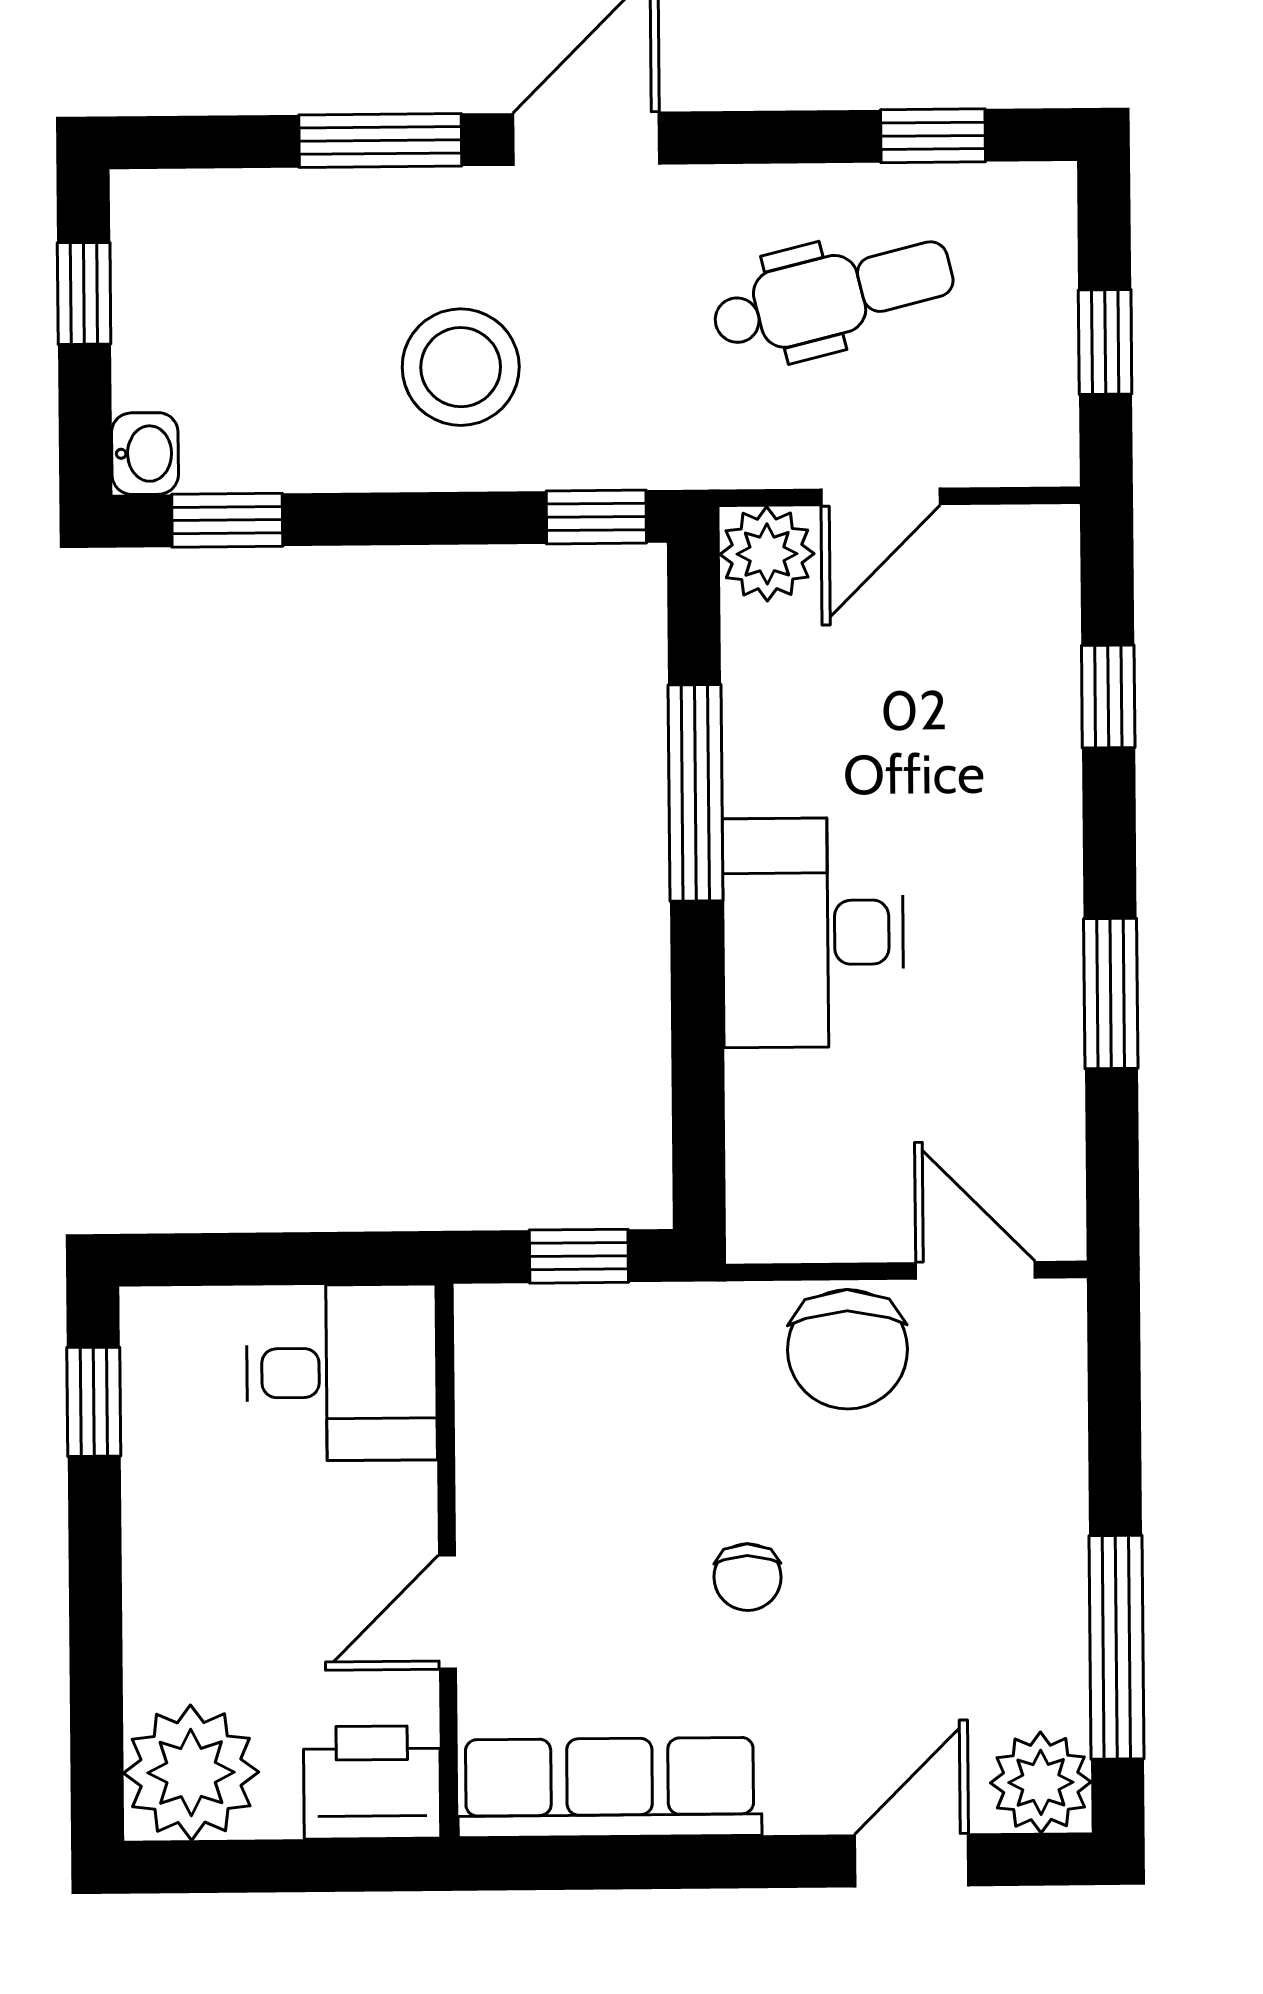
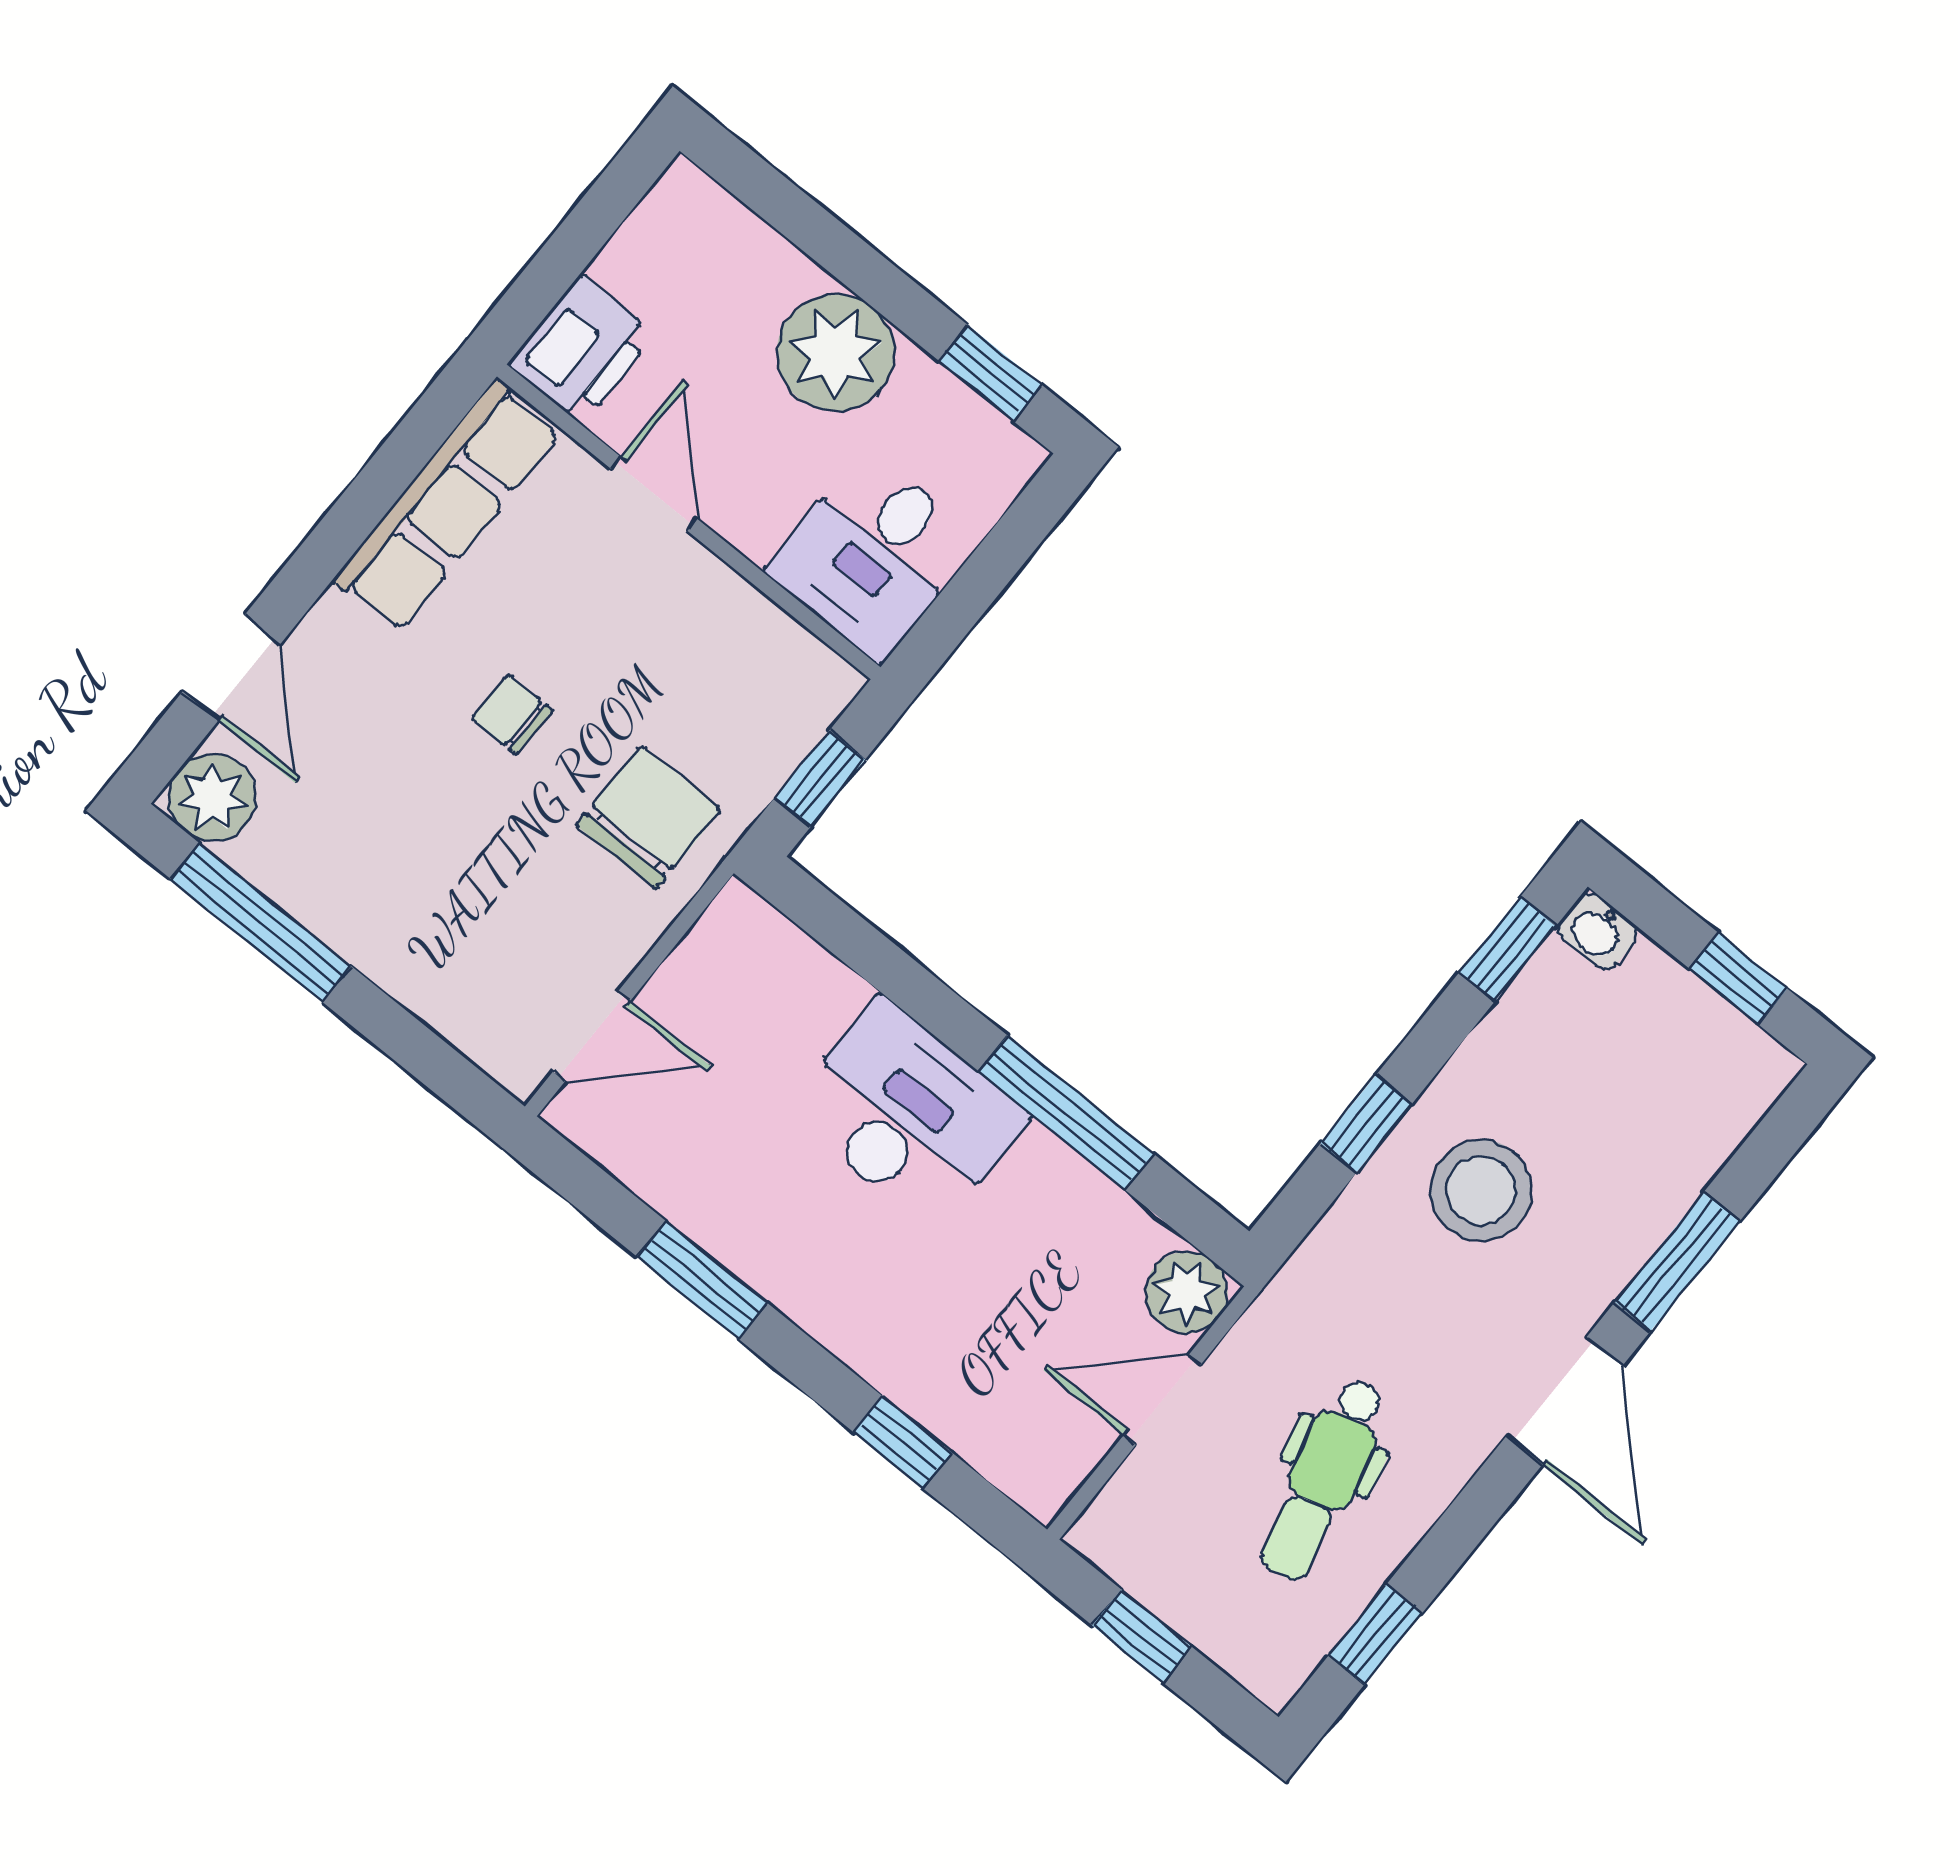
door: (881, 497) -> (1162, 1400), hinge flipped
window: (596, 517) -> (1366, 1124), moved
chair: (847, 1349) -> (649, 817), moved, turned 90
plant: (191, 1773) -> (836, 353), moved

